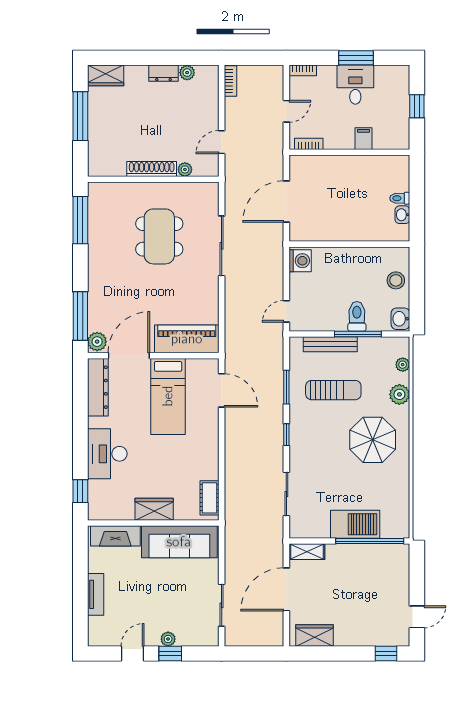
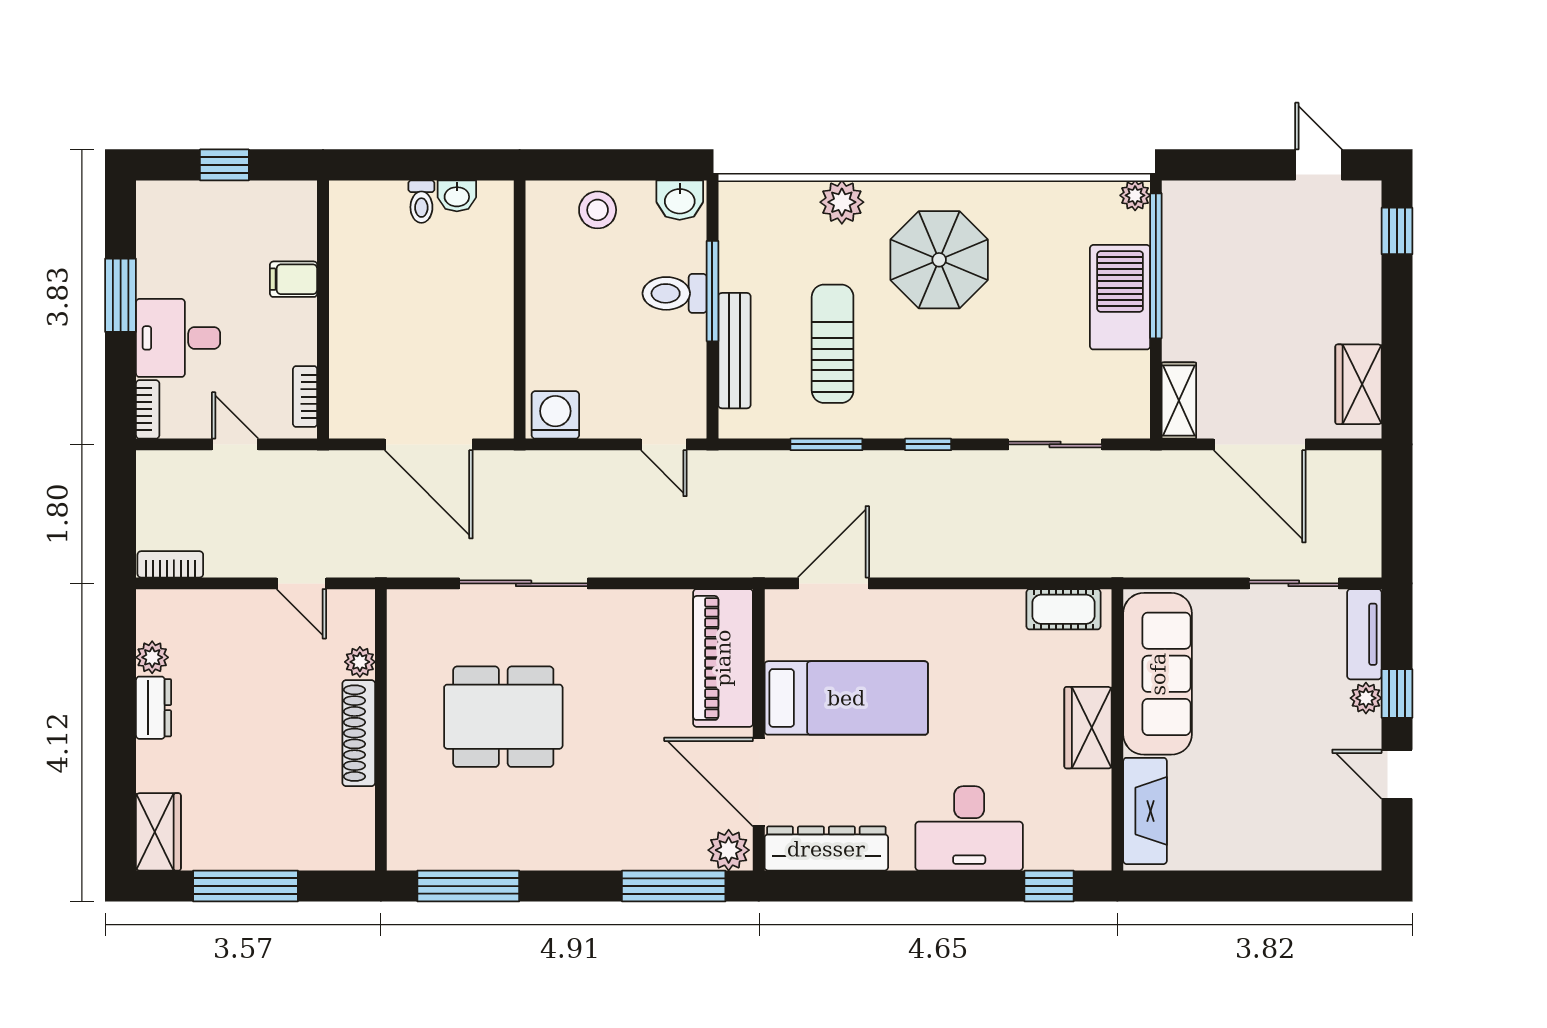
desk: (355, 85) -> (178, 338), moved
plant: (403, 365) -> (1135, 195), moved
tv unit: (96, 594) -> (1364, 634), moved, turned -90

